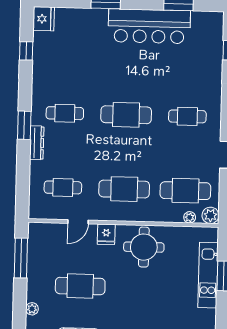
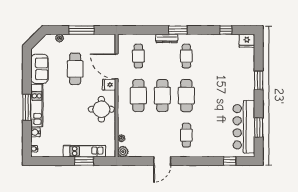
bar counter: (149, 26) -> (244, 127), moved
cafe table: (185, 191) -> (162, 96), moved
door: (78, 222) -> (117, 66), width x1.87
window: (21, 258) -> (82, 30), moved

